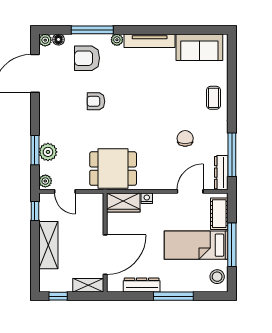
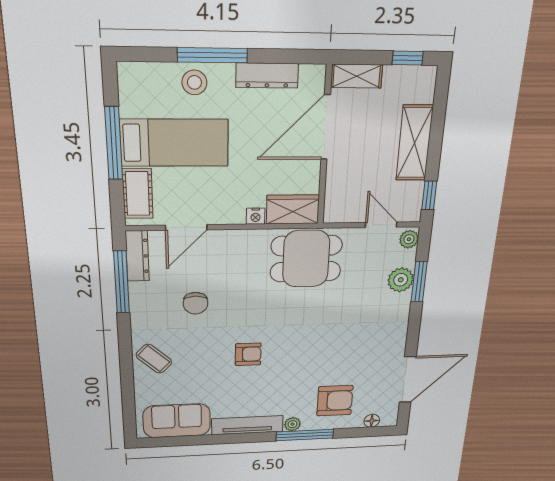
window: (92, 30) -> (305, 435), moved
plant: (45, 40) -> (389, 419), removed
coffee table: (213, 98) -> (154, 359), turned -47
armchair: (96, 101) -> (248, 354), moved
stool: (217, 277) -> (194, 82), moved

